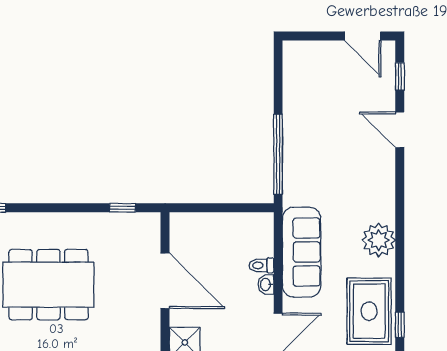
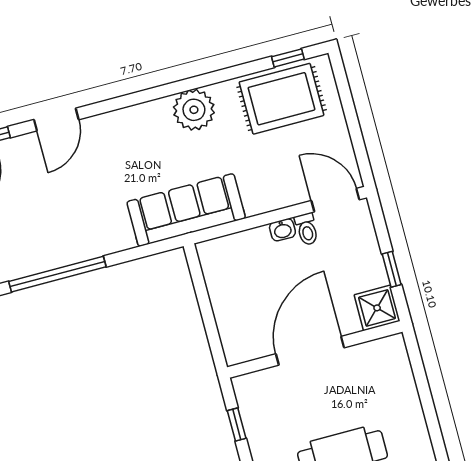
window: (278, 154) -> (57, 274), moved
sofa: (302, 252) -> (186, 210), moved
toilet: (261, 265) -> (307, 229), moved

